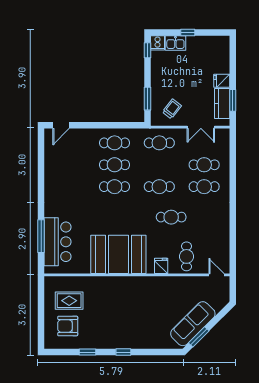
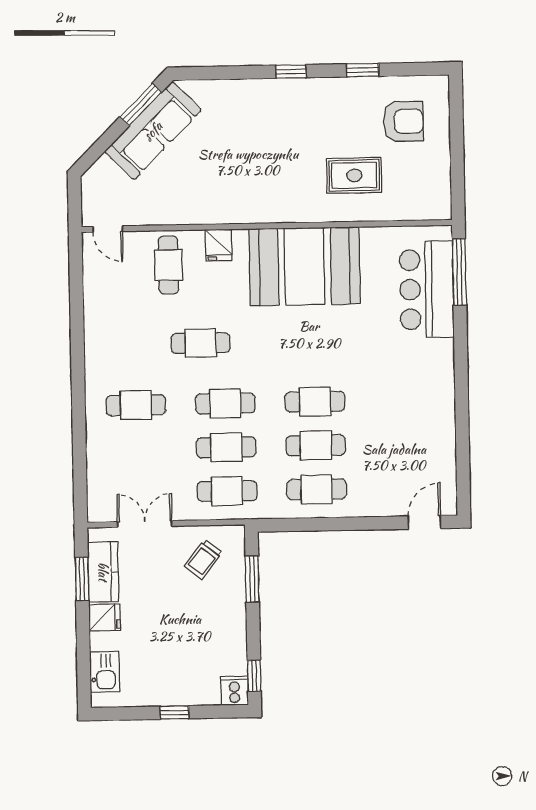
kitchen sink: (175, 43) -> (105, 672), moved, turned 90
cafe table: (204, 165) -> (226, 447), moved
window: (41, 236) -> (459, 272), moved
rug: (69, 301) -> (354, 175), moved

